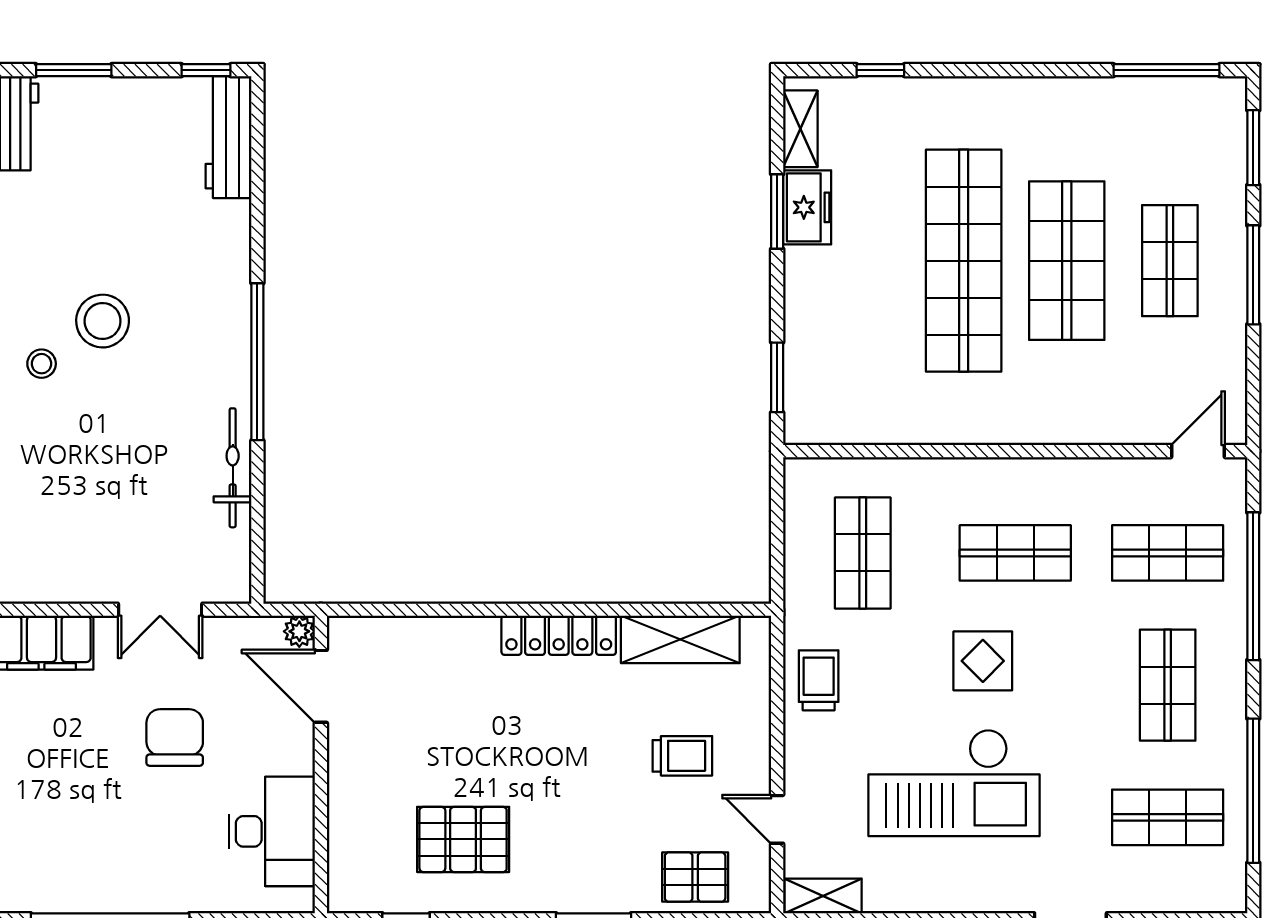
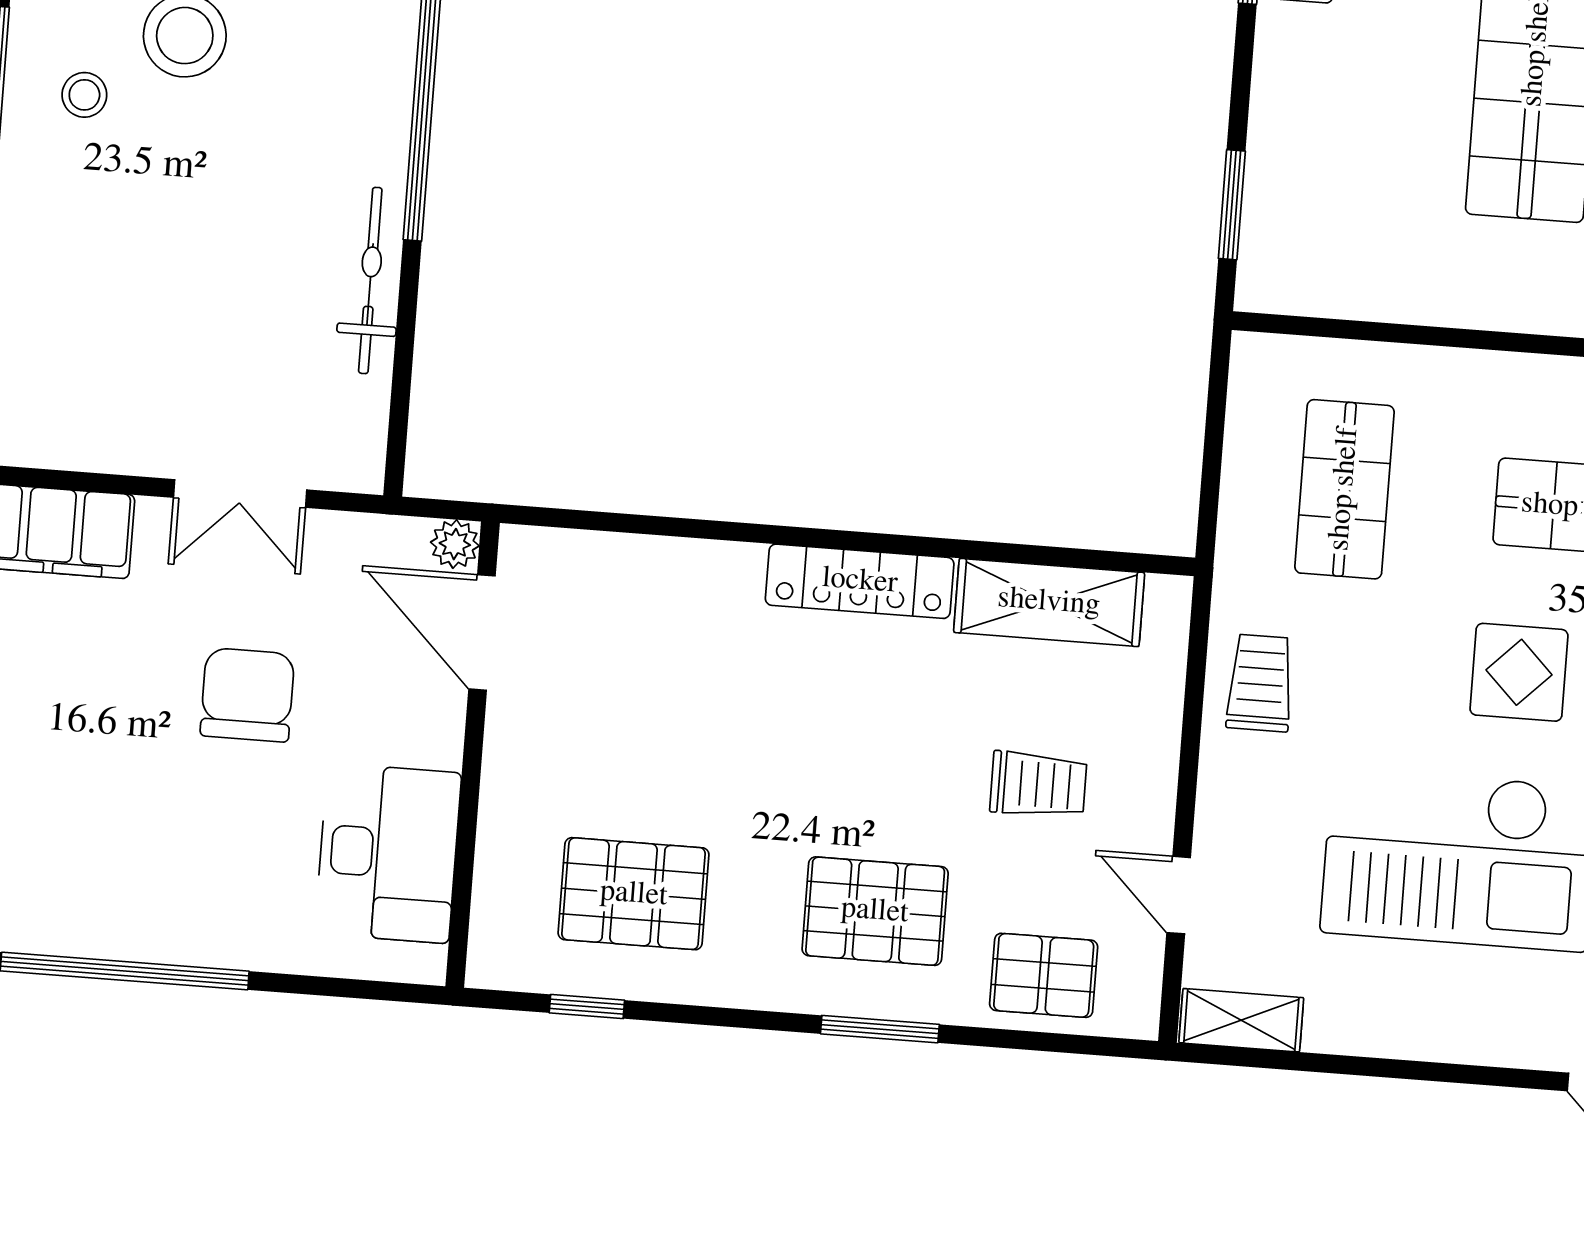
pallet: (463, 839) -> (634, 894), moved
pallet: (585, 844) -> (875, 911), added

